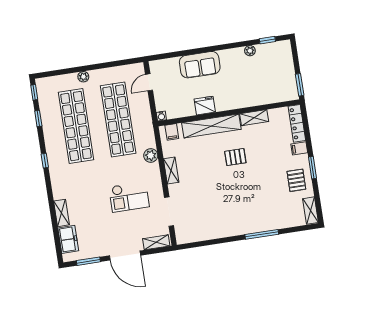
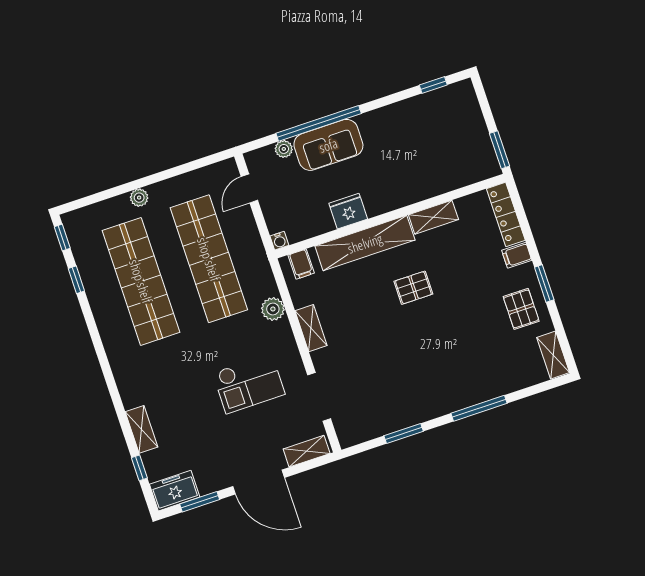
window: (196, 51) -> (319, 123), added
plant: (250, 51) -> (284, 149), moved
window: (45, 161) -> (139, 468), moved
freezer: (68, 239) -> (175, 491), moved, turned -90
window: (215, 242) -> (404, 434), added

